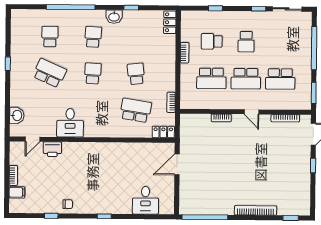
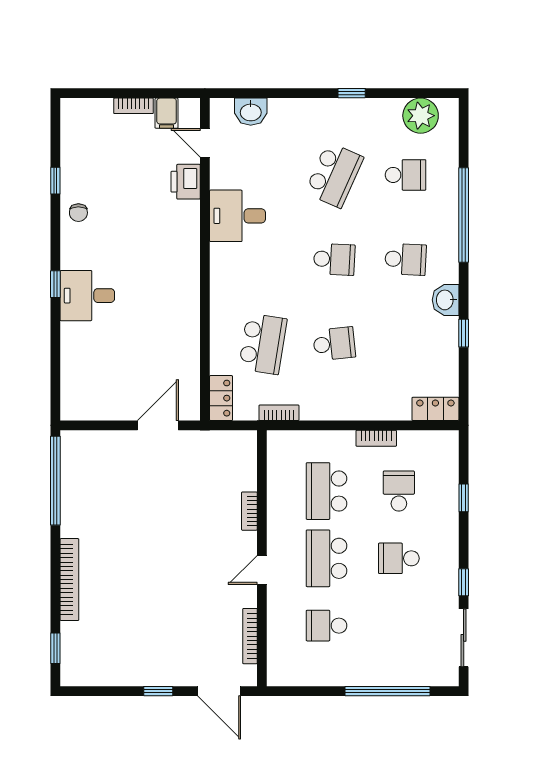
plant: (20, 29) -> (421, 116), added
school desk: (280, 79) -> (326, 626), width x0.54
window: (314, 93) -> (300, 691), removed
door: (177, 164) -> (158, 425), hinge flipped
filing cabinet: (17, 192) -> (167, 113), moved
desk: (145, 200) -> (87, 296), moved

